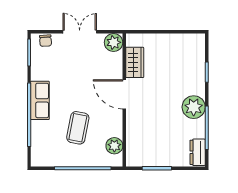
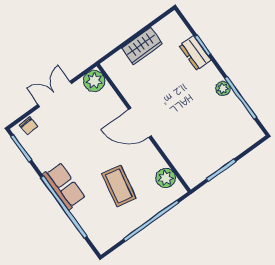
wardrobe: (135, 62) -> (142, 46), moved, turned 90
plant: (194, 107) -> (223, 89), width x0.53, depth x0.53
dresser: (198, 152) -> (195, 53), moved

